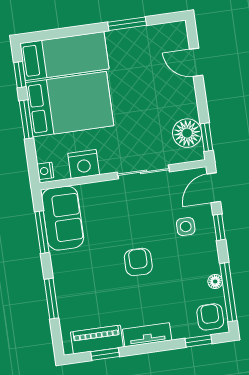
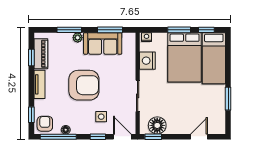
sofa: (63, 218) -> (103, 43), moved
armchair: (138, 262) -> (84, 85), width x1.88, depth x1.88
plant: (62, 283) -> (78, 38), added
armchair: (210, 317) -> (45, 124), turned -90

